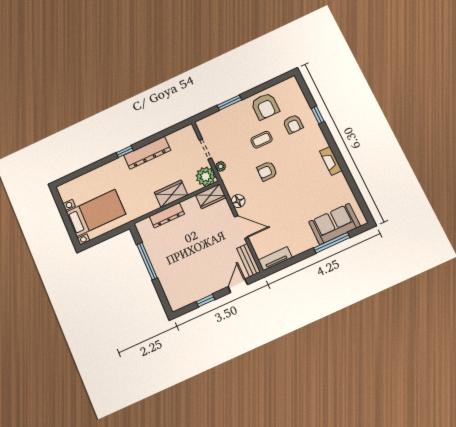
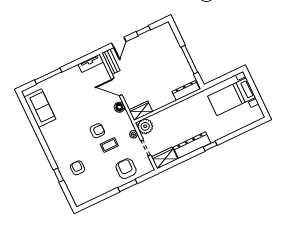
armchair: (265, 106) -> (126, 169), moved
coffee table: (262, 140) -> (109, 145), moved
fireplace: (331, 161) -> (49, 139), removed
wardrobe: (171, 194) -> (165, 158), moved, turned 180
dresser: (167, 215) -> (186, 90), moved
sofa: (334, 224) -> (40, 108), moved, turned -90

